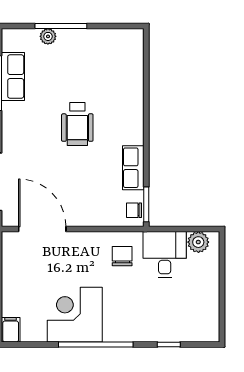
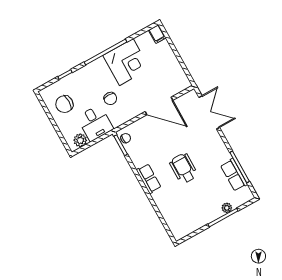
row of seats: (133, 168) -> (149, 179), moved
door: (42, 229) -> (159, 106), moved
chair: (122, 256) -> (110, 98), moved
chair: (192, 304) -> (64, 104), added

